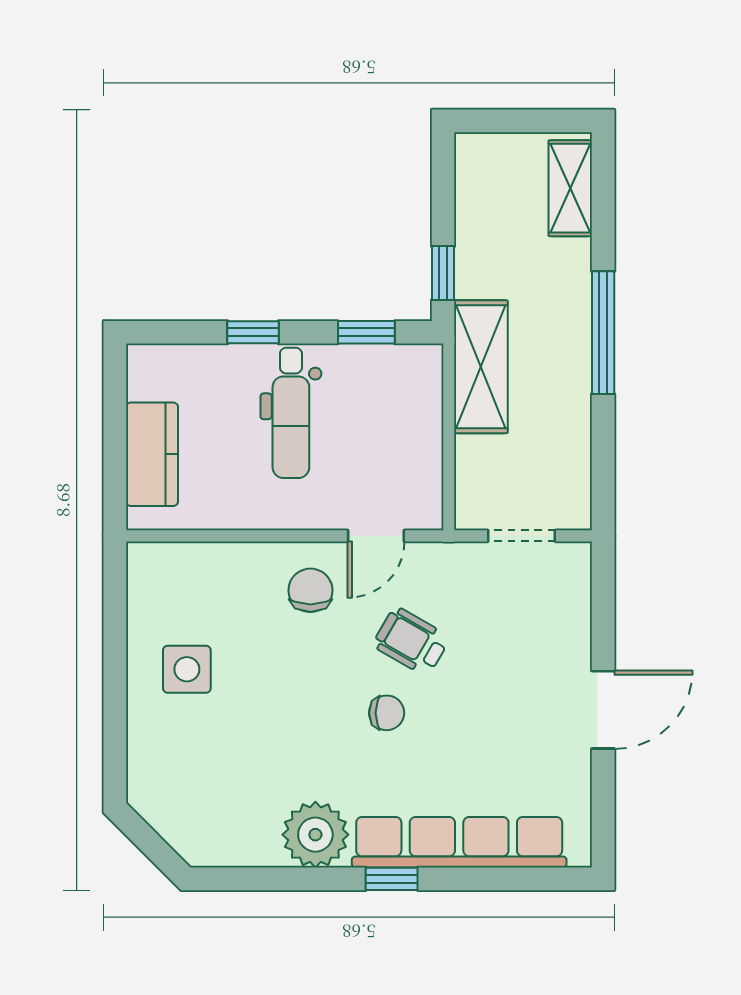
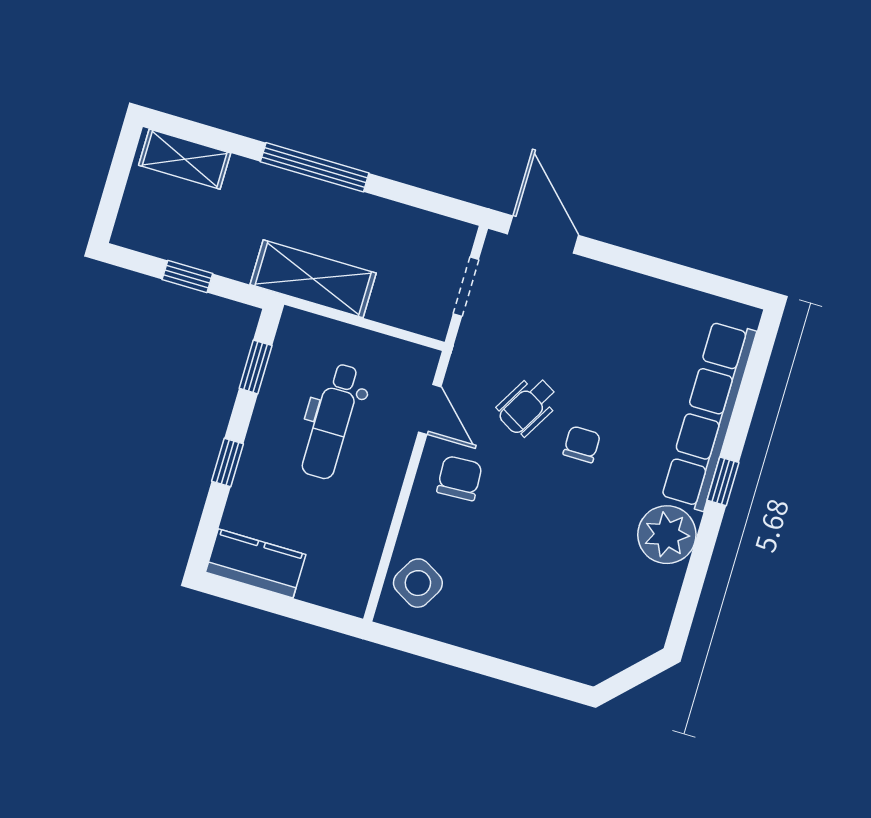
window: (443, 273) -> (187, 277), moved
dental chair: (291, 413) -> (332, 421), moved, turned 90
kitchen counter: (152, 454) -> (256, 563), moved
chair: (310, 590) -> (459, 478), turned 87
side table: (187, 669) -> (418, 583), moved, turned 30
door: (603, 710) -> (543, 235), moved

